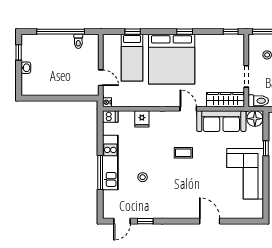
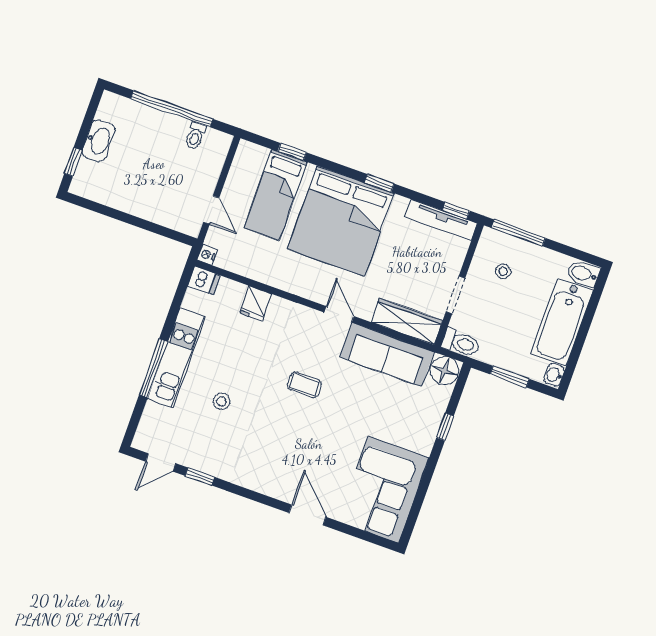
tv unit: (225, 39) -> (441, 220), added
window: (19, 52) -> (73, 162), moved
washbasin: (26, 68) -> (99, 141), width x1.91, depth x1.45
corner sofa: (245, 174) -> (384, 489), moved

